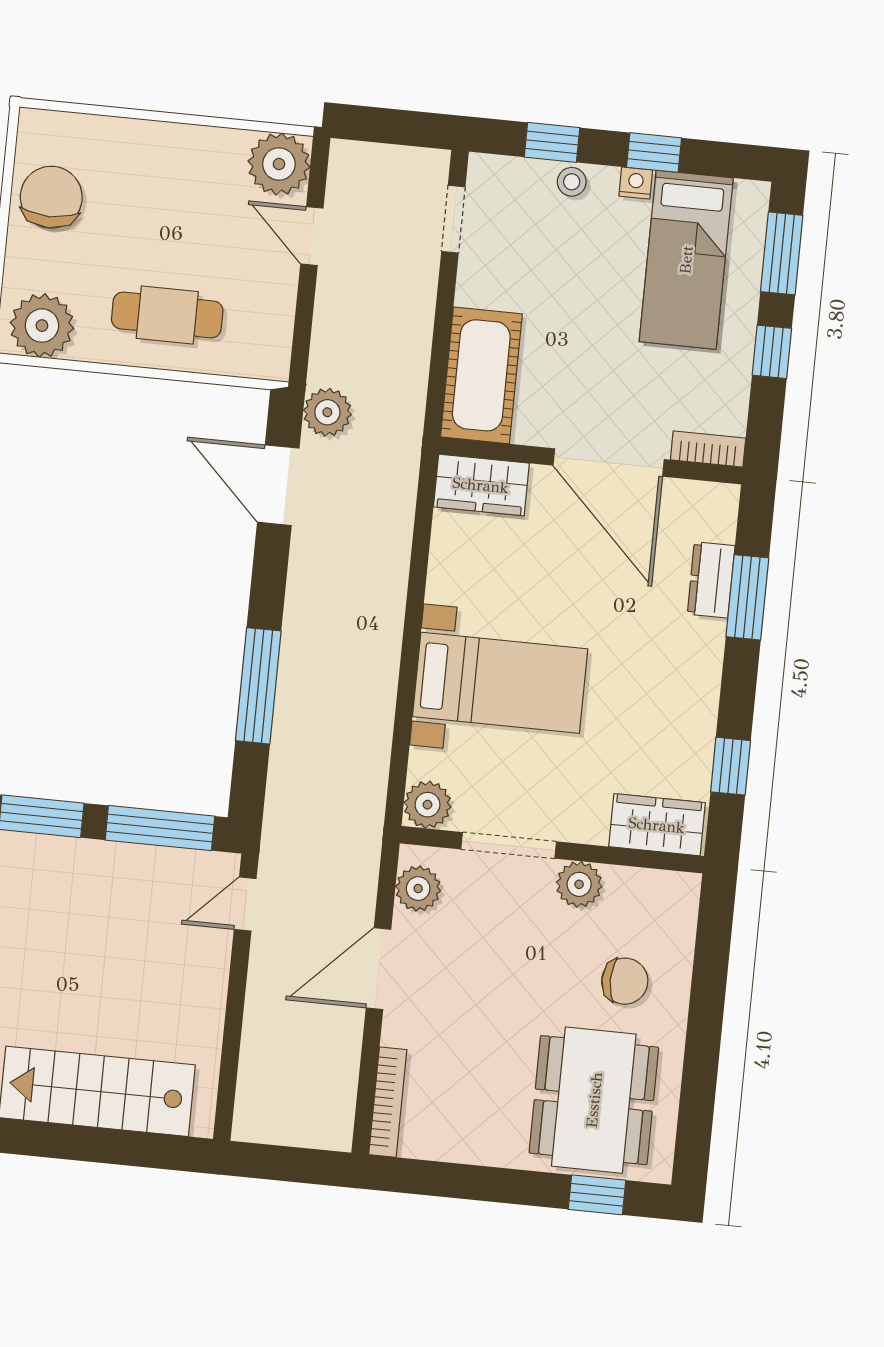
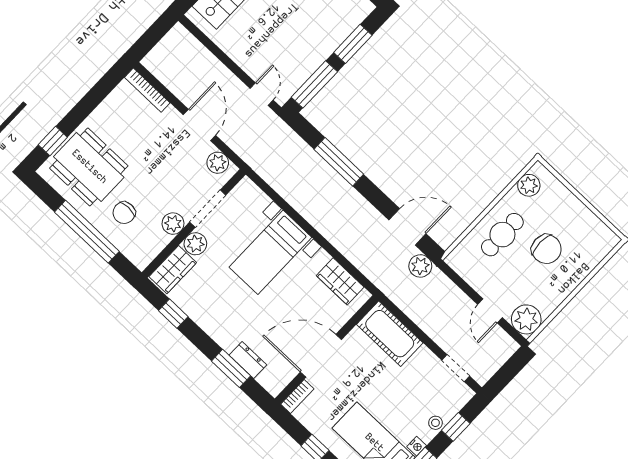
chair: (51, 197) -> (546, 249), moved
door: (312, 236) -> (490, 311), swing flipped
plant: (42, 326) -> (529, 185), width x0.73, depth x0.73
wardrobe: (481, 485) -> (340, 281), moved, turned -90
plant: (427, 805) -> (195, 244), moved
window: (705, 1019) -> (87, 232), added

